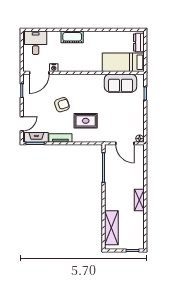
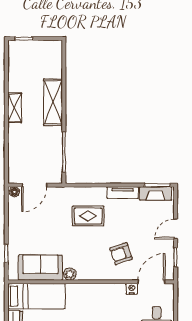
plant: (99, 78) -> (70, 274), added
armchair: (62, 105) -> (121, 254), moved
door: (22, 124) -> (176, 229), moved
door: (125, 143) -> (34, 185), swing flipped
shelving: (111, 228) -> (53, 102), moved

